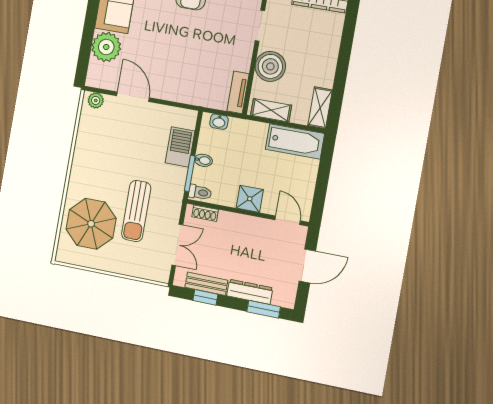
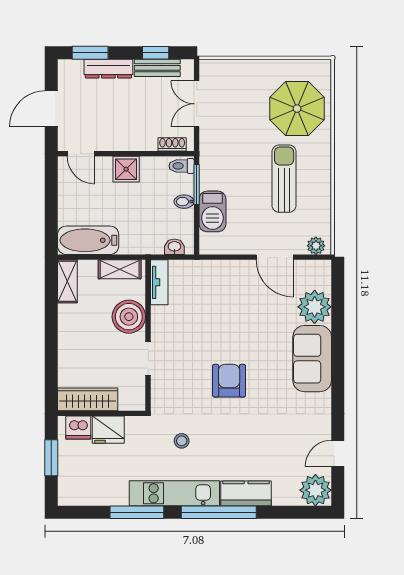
sun lounger: (136, 211) -> (284, 179), moved

